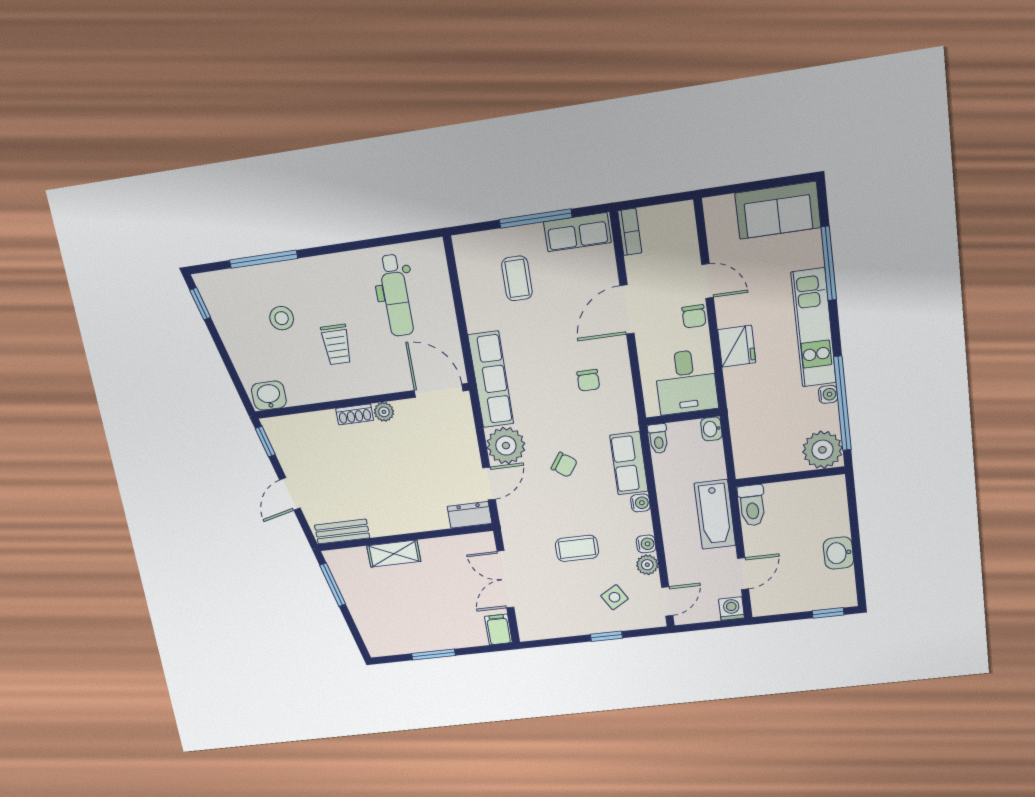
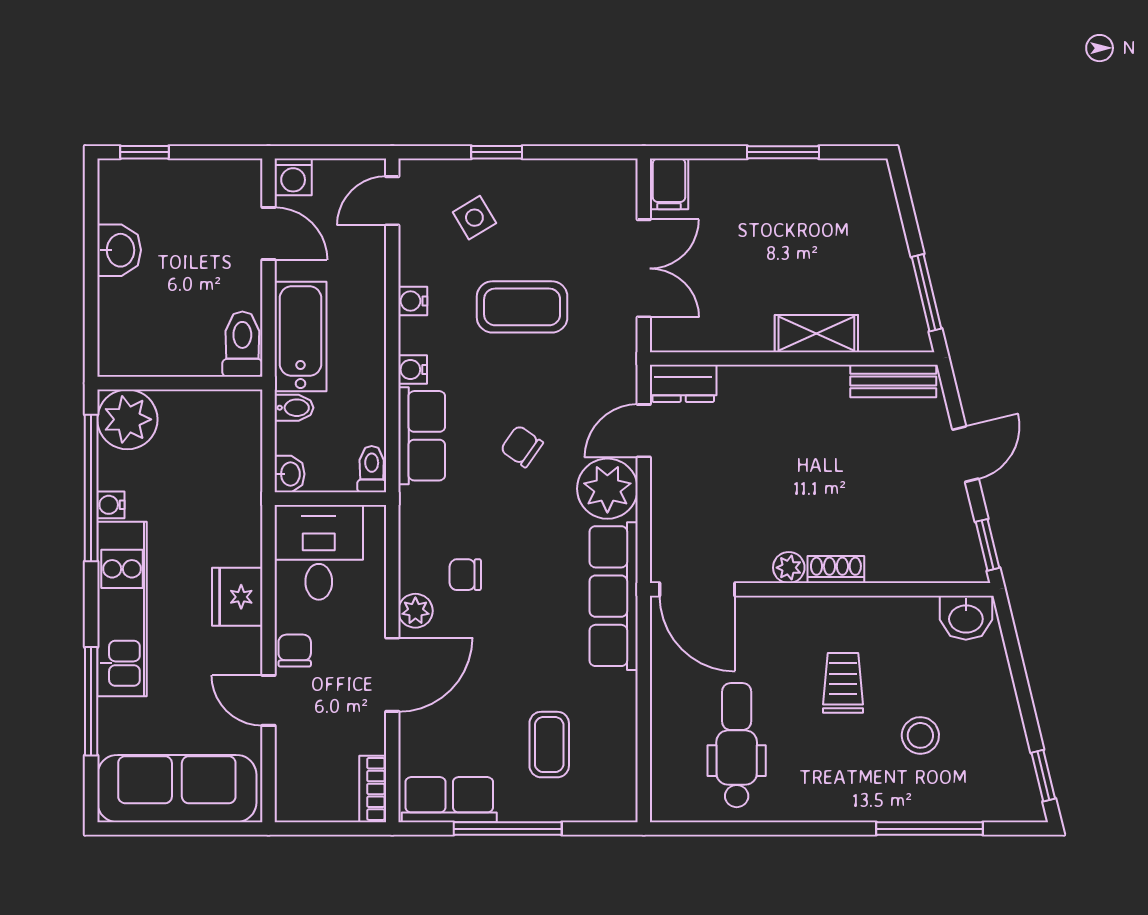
sofa: (778, 210) -> (177, 789), width x1.36
chair: (588, 380) -> (465, 575), turned -90
bidet: (714, 470) -> (294, 408), added
coffee table: (577, 548) -> (522, 307), width x1.36, depth x1.30
plant: (647, 565) -> (415, 611), moved
door: (743, 574) -> (268, 234), swing flipped

